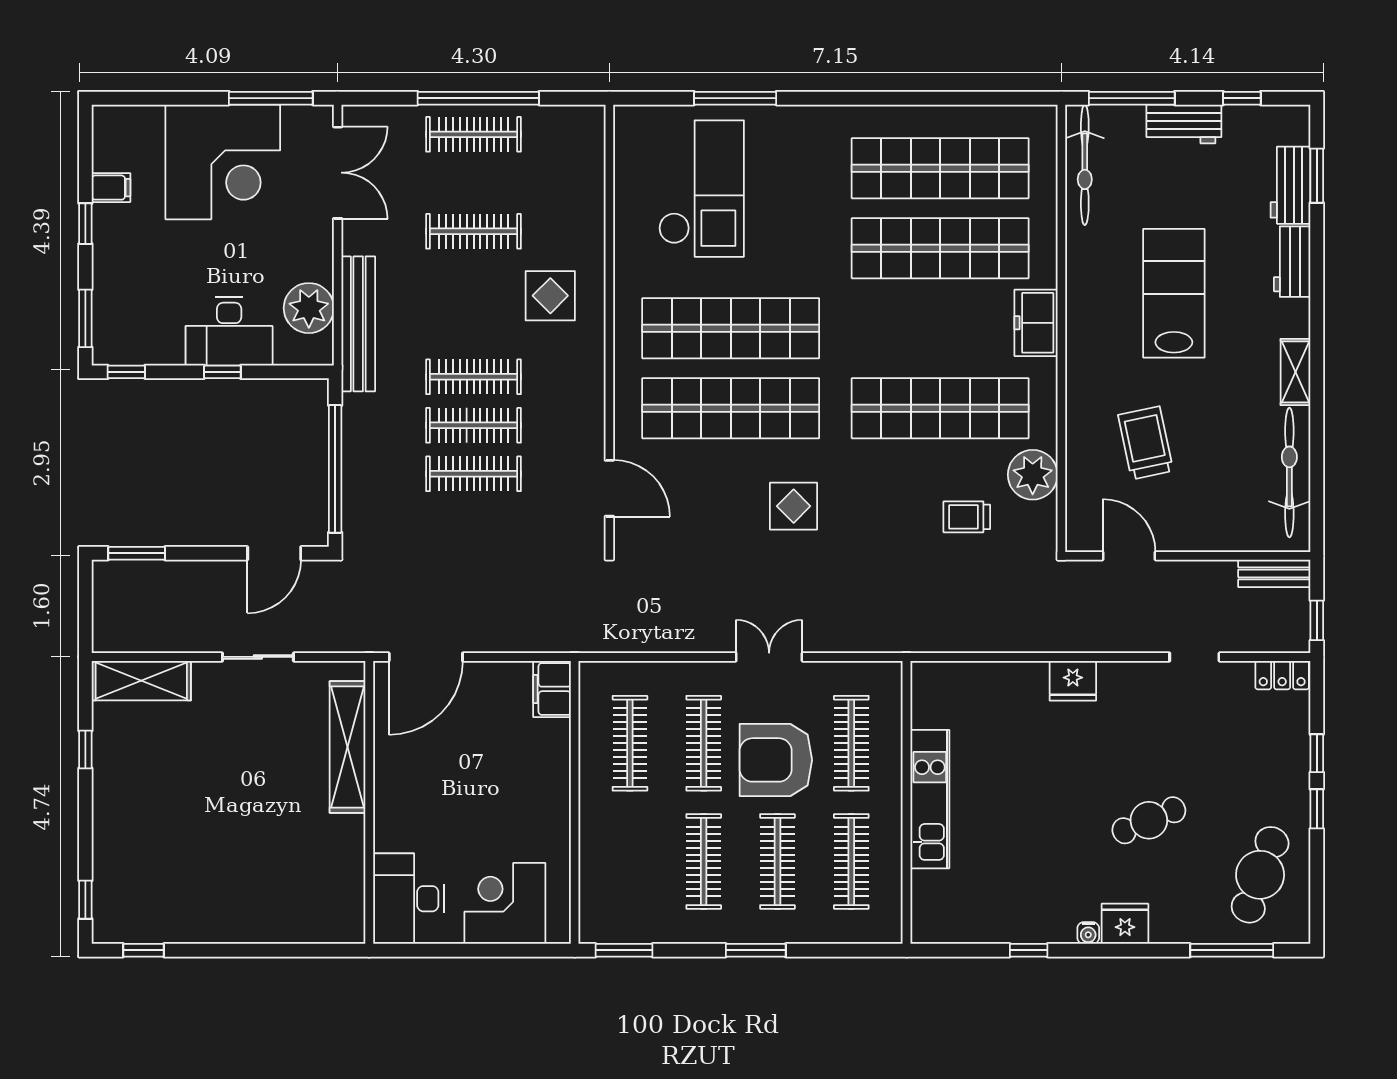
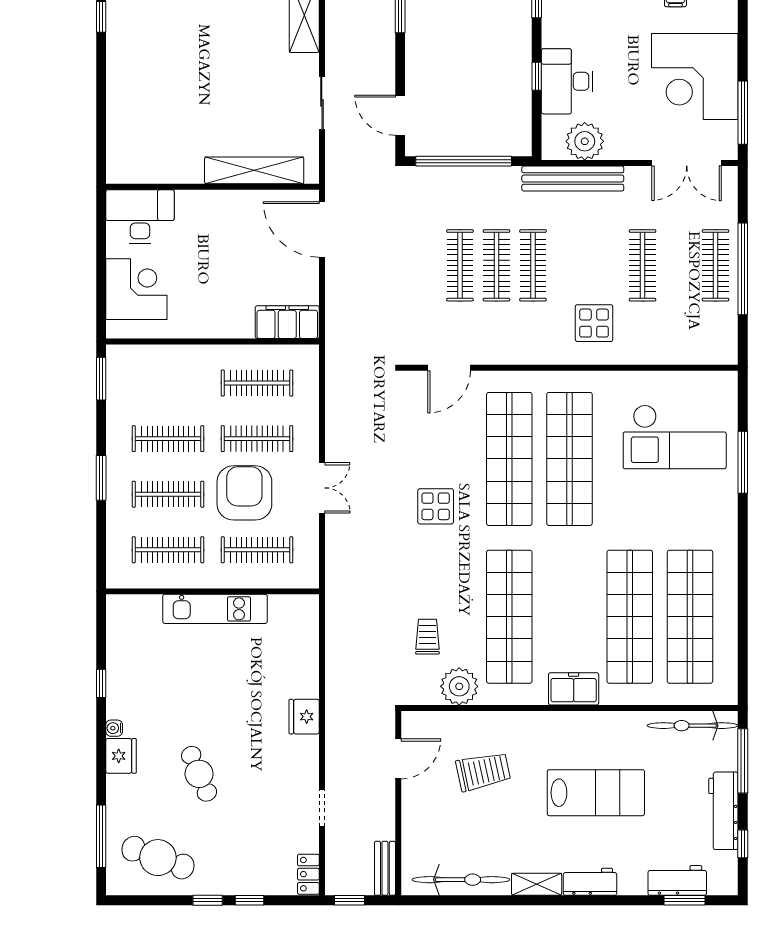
workbench: (1184, 124) -> (723, 811), width x1.38
workbench: (1292, 262) -> (590, 882), moved
filing cabinet: (552, 689) -> (287, 322), width x1.50, depth x1.17

